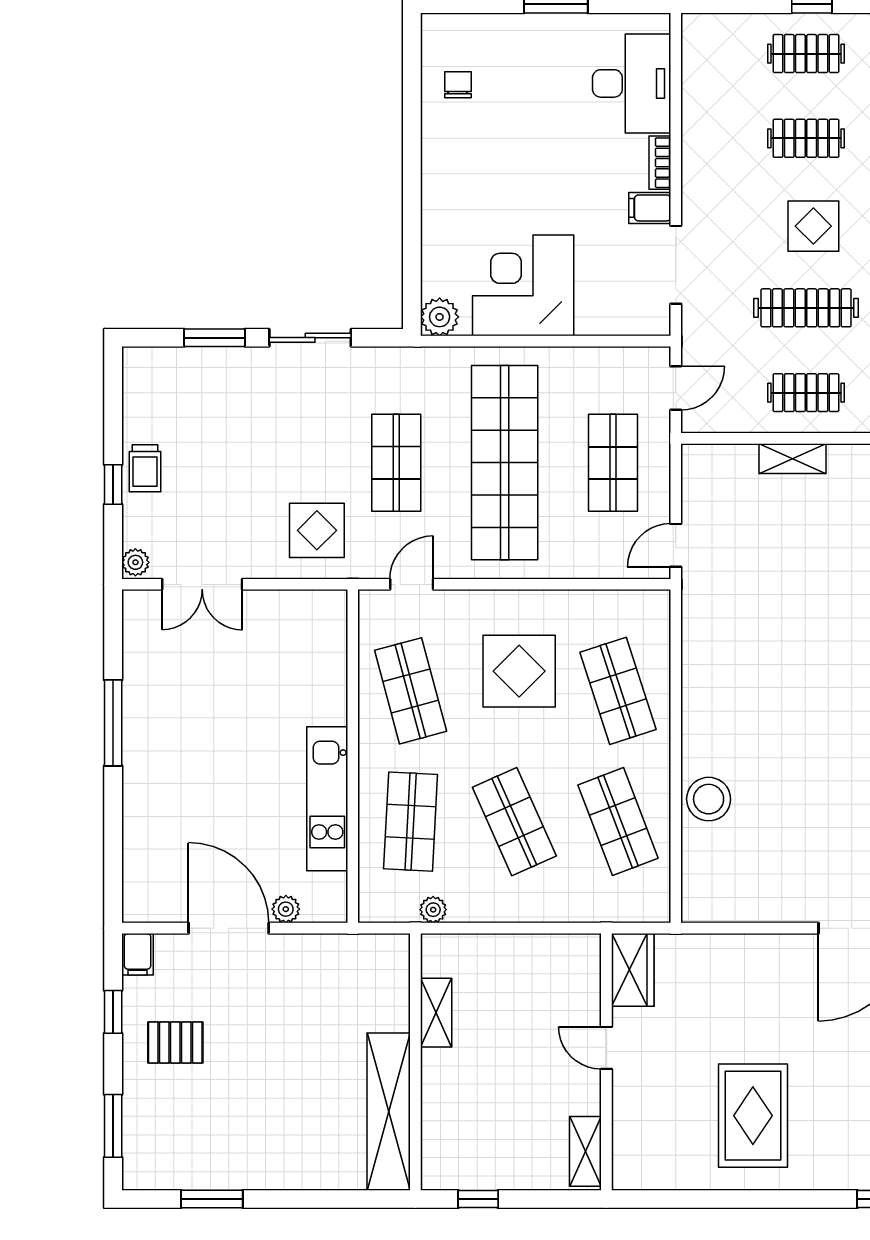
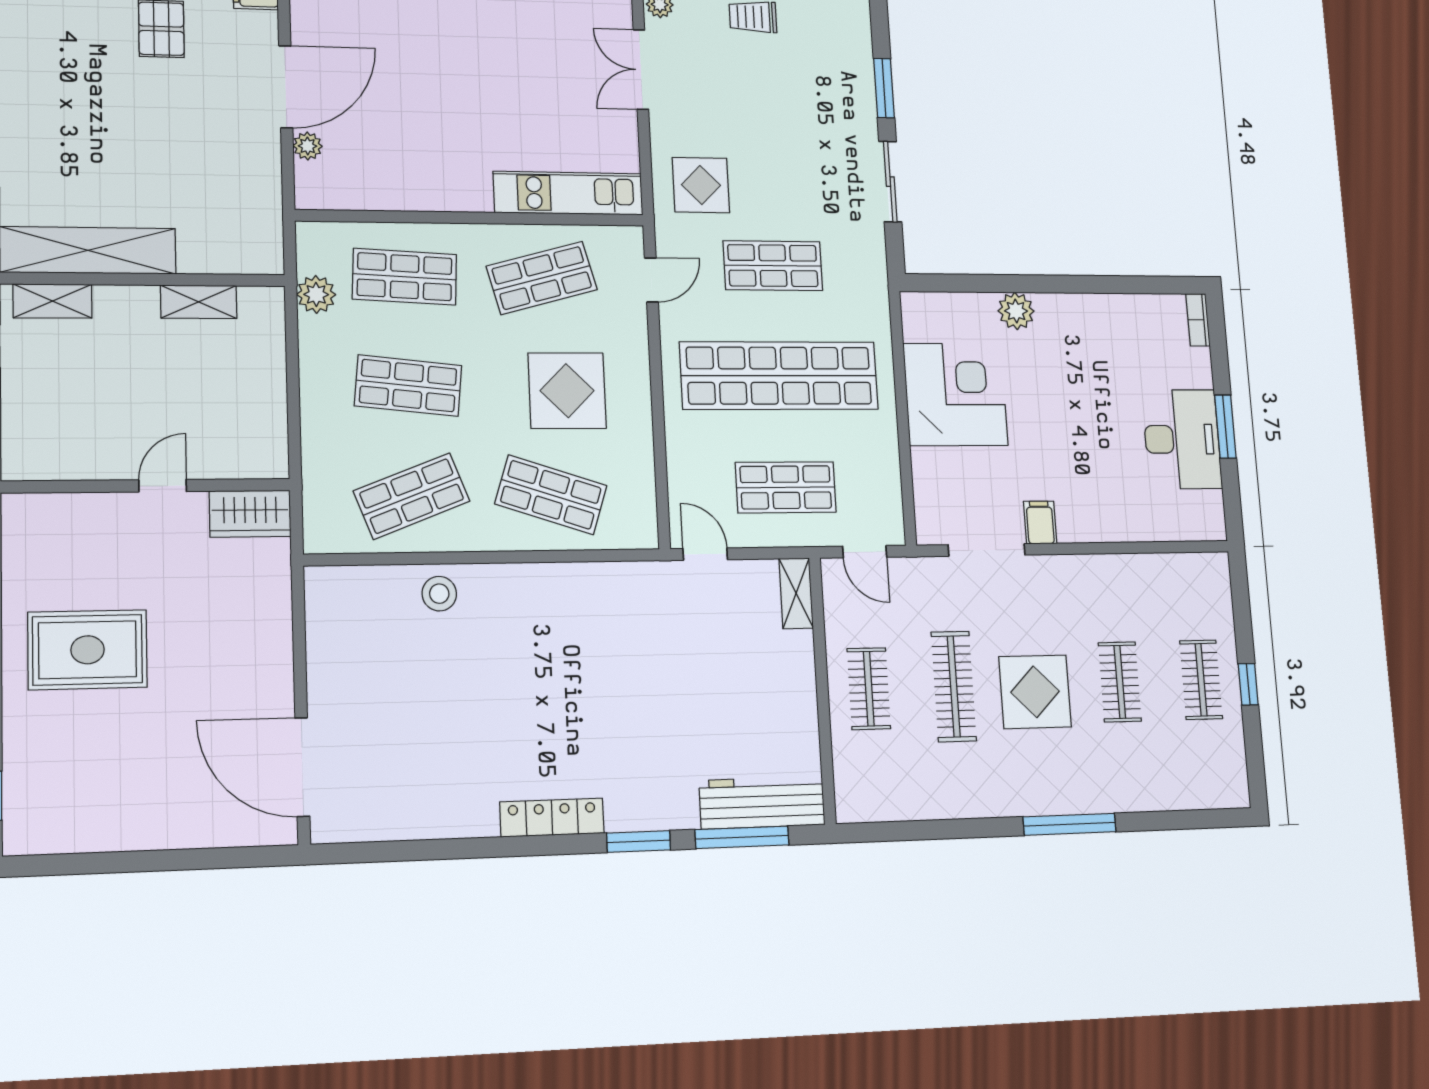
desk: (632, 83) -> (1182, 439), moved, turned -90
chair: (458, 85) -> (1142, 330), removed
bookcase: (660, 163) -> (1198, 320), moved, turned -90
display table: (813, 226) -> (1035, 692), width x1.36, depth x1.36
plant: (440, 317) -> (1016, 311), moved
shelving: (792, 459) -> (796, 593), moved
door: (412, 584) -> (651, 280), hinge flipped
shop shelf: (618, 691) -> (551, 495), turned 36
kitchen unit: (327, 799) -> (568, 193), moved
stool: (709, 799) -> (439, 594), width x0.73, depth x0.73
shop shelf: (514, 822) -> (408, 386), turned 30
plant: (433, 910) -> (316, 294), width x1.38, depth x1.38
shelving: (585, 1151) -> (53, 301), moved

